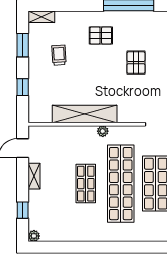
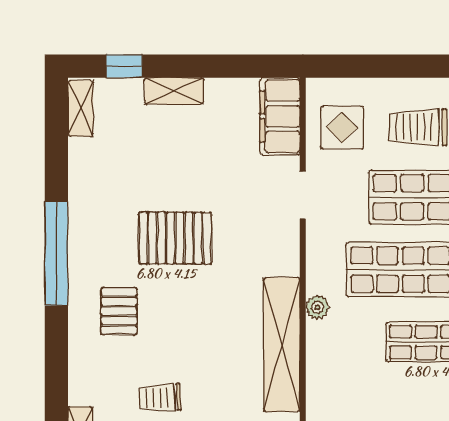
pallet: (136, 63) -> (175, 238), width x1.50, depth x1.42

